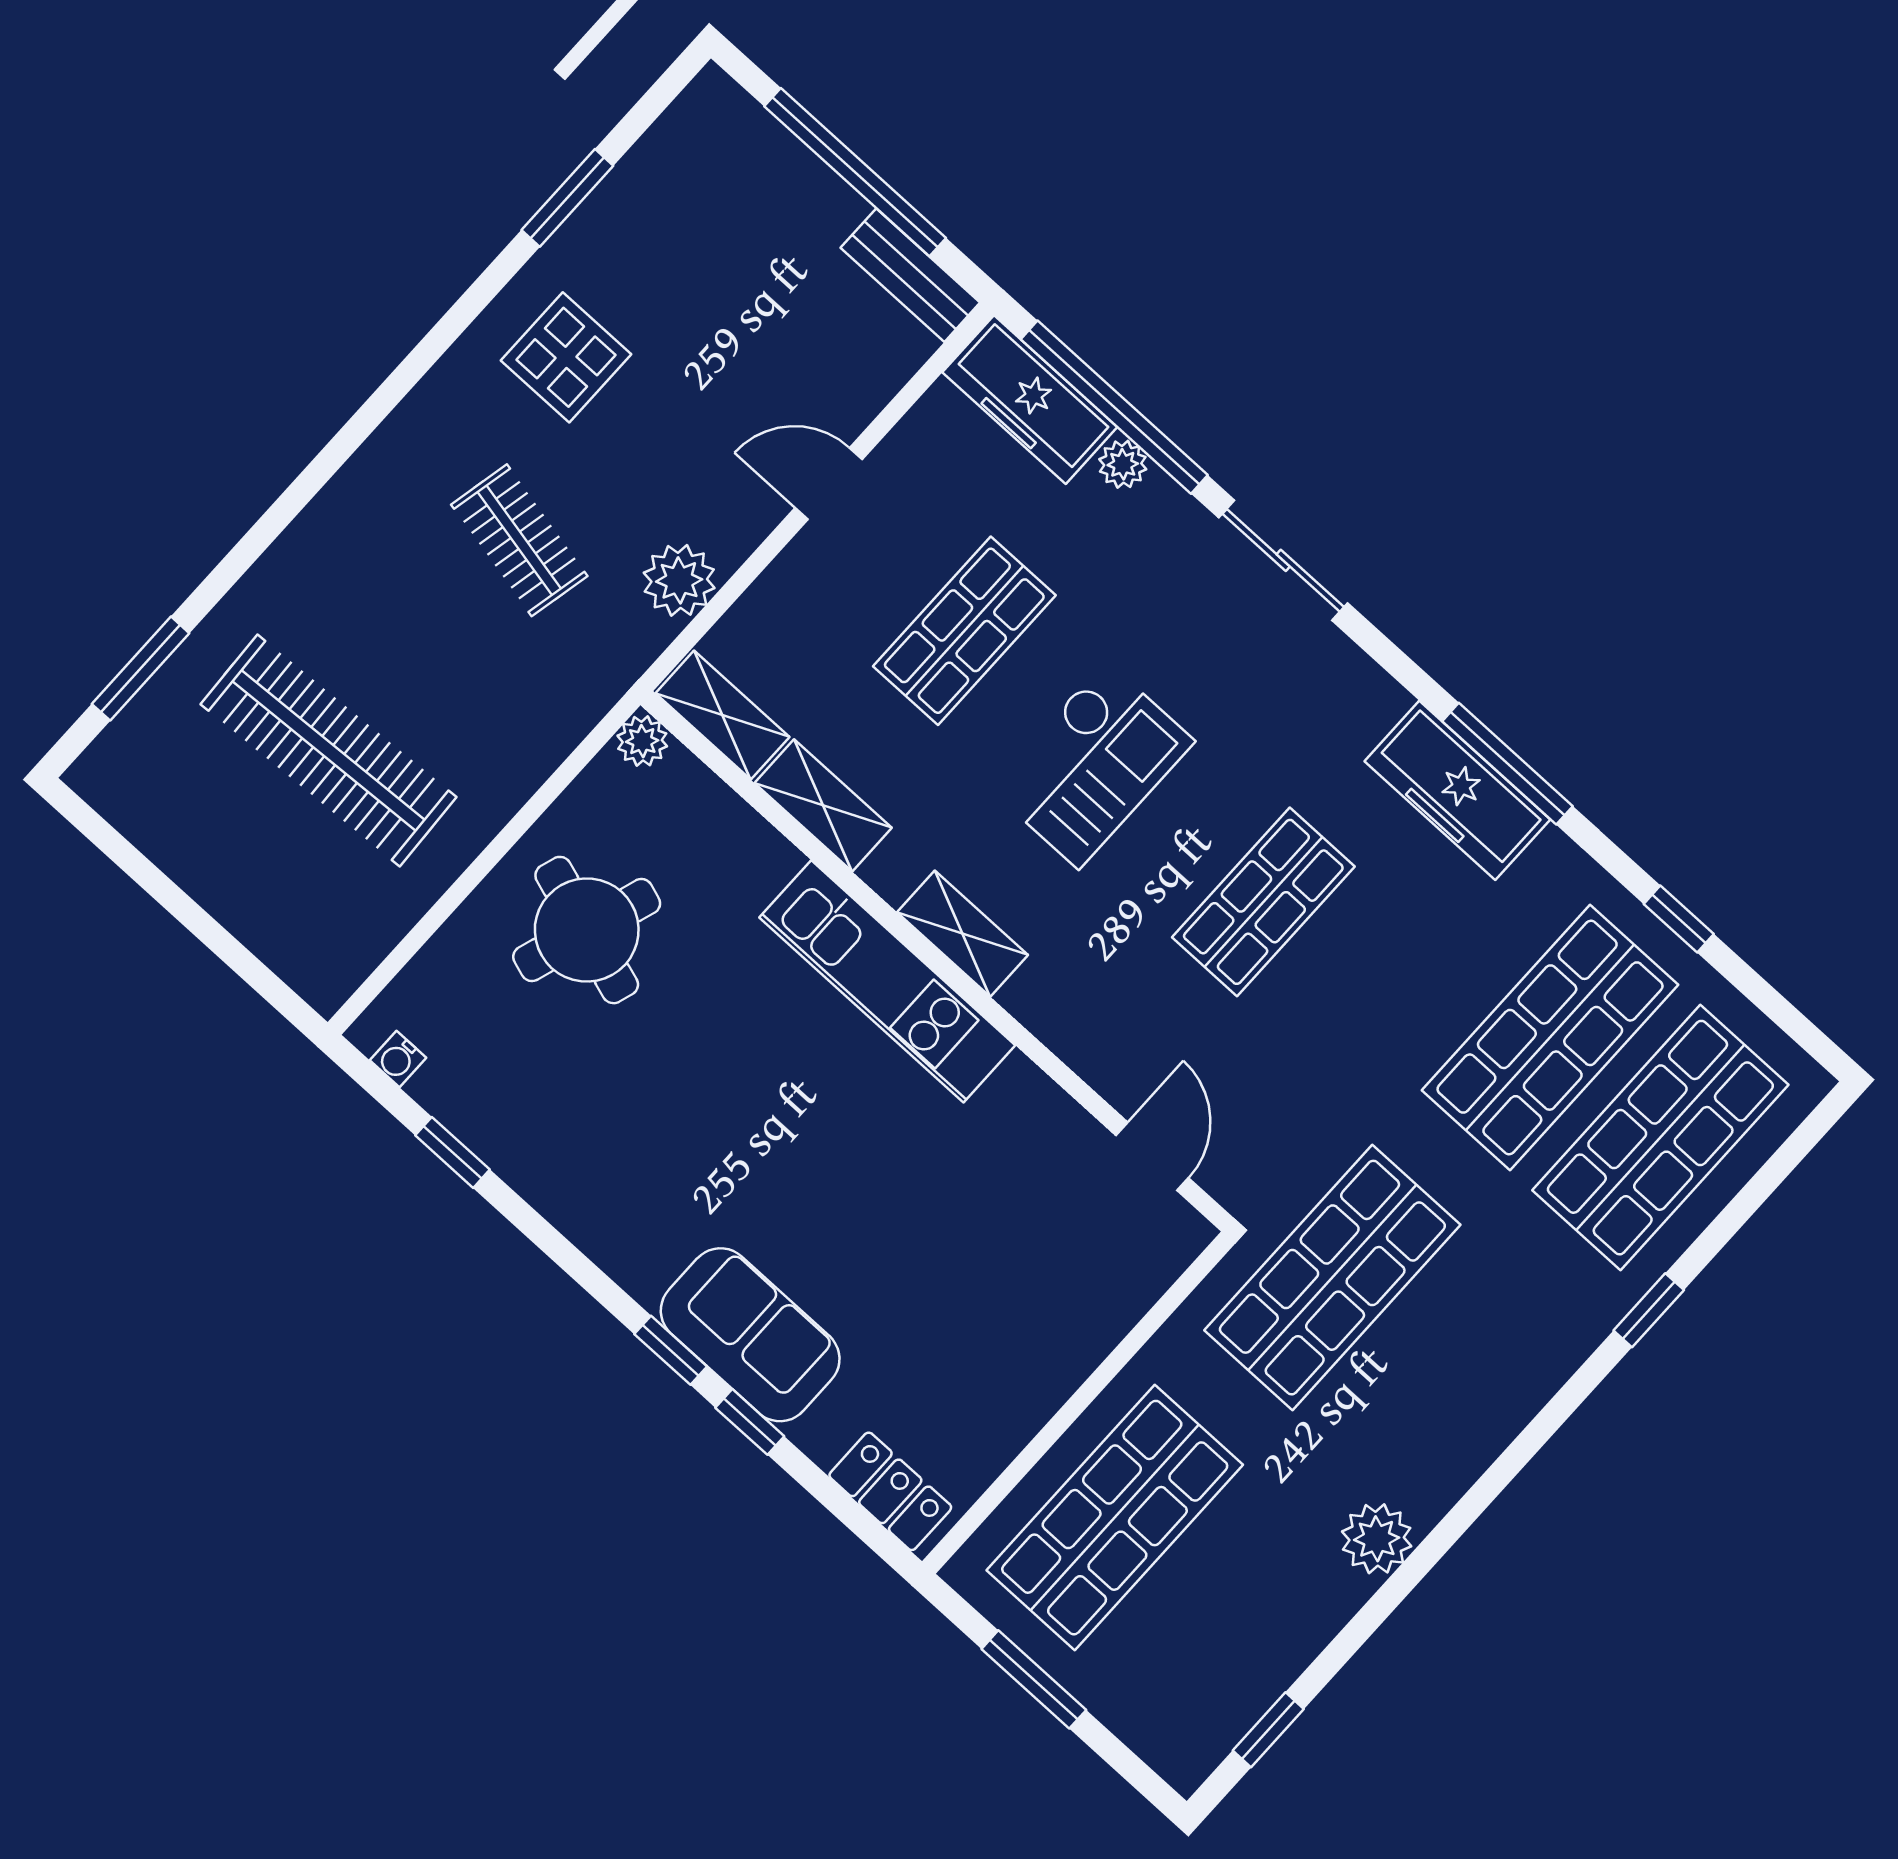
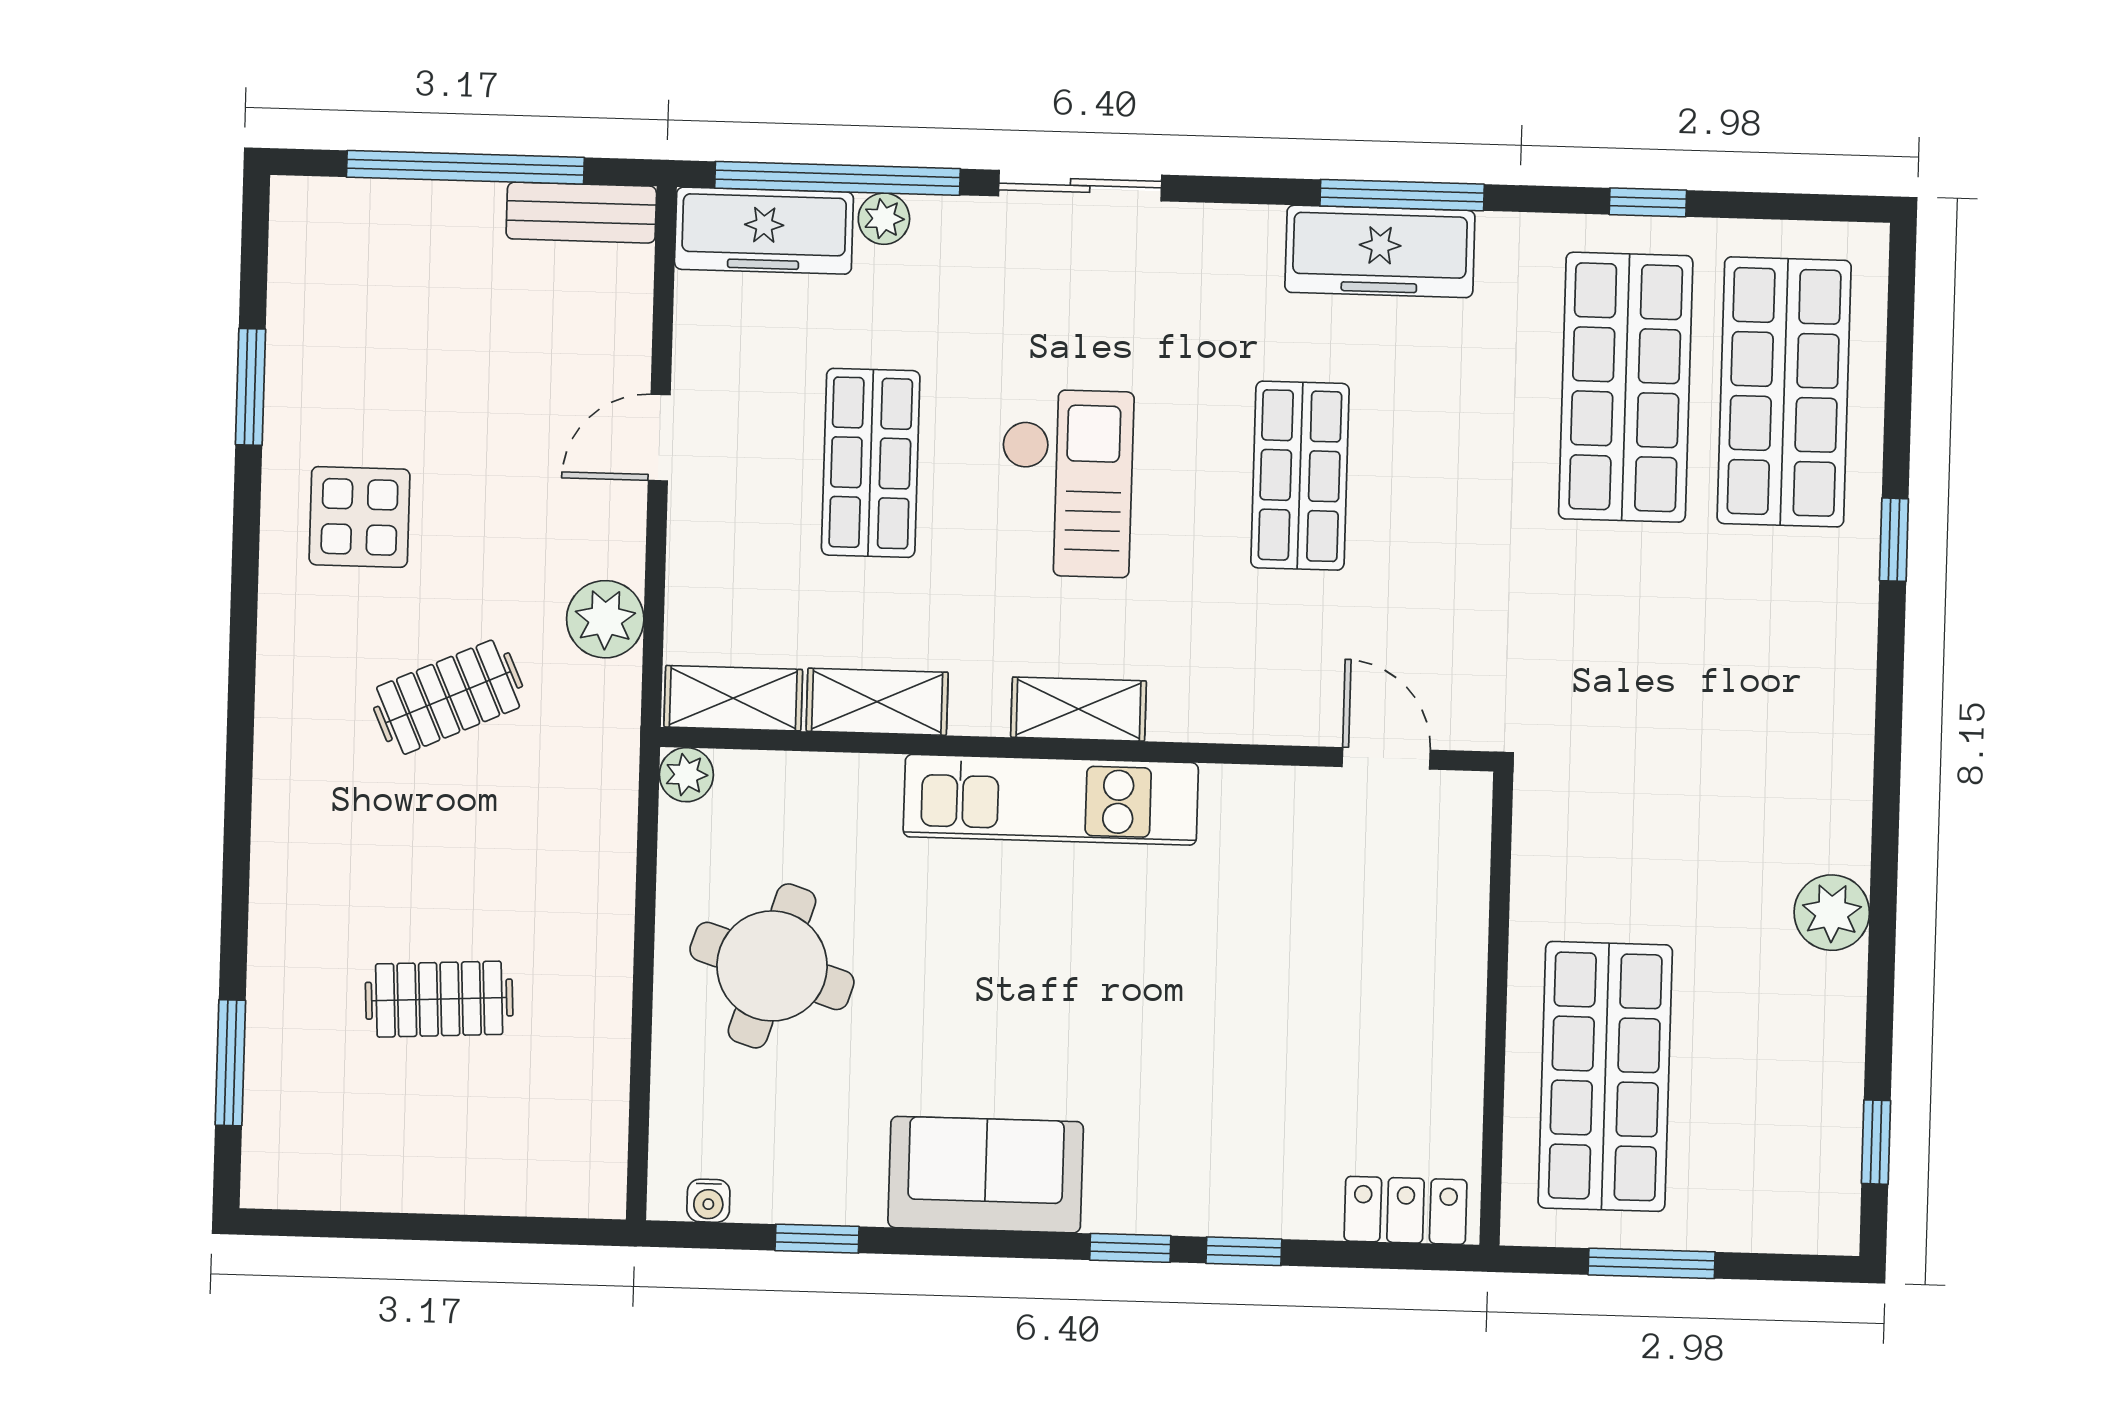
clothes rail: (519, 540) -> (448, 697), turned -36
clothes rail: (329, 751) -> (439, 999), width x0.54, depth x0.76
shop shelf: (1332, 1278) -> (1615, 732), removed
sofa: (750, 1335) -> (986, 1175), moved

